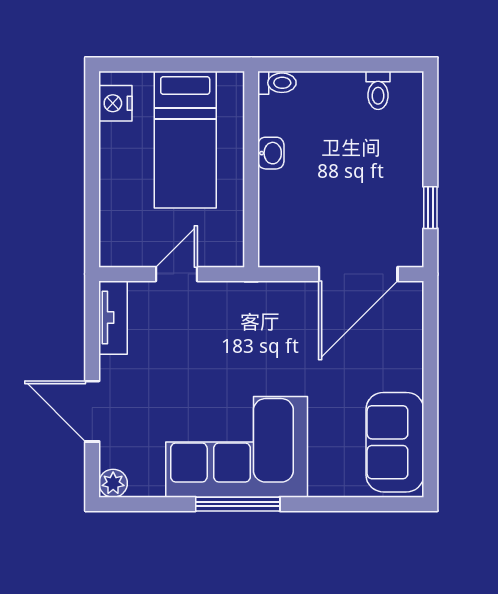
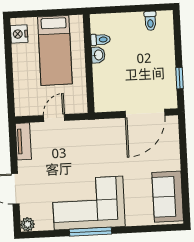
toilet: (277, 83) -> (101, 40), moved

